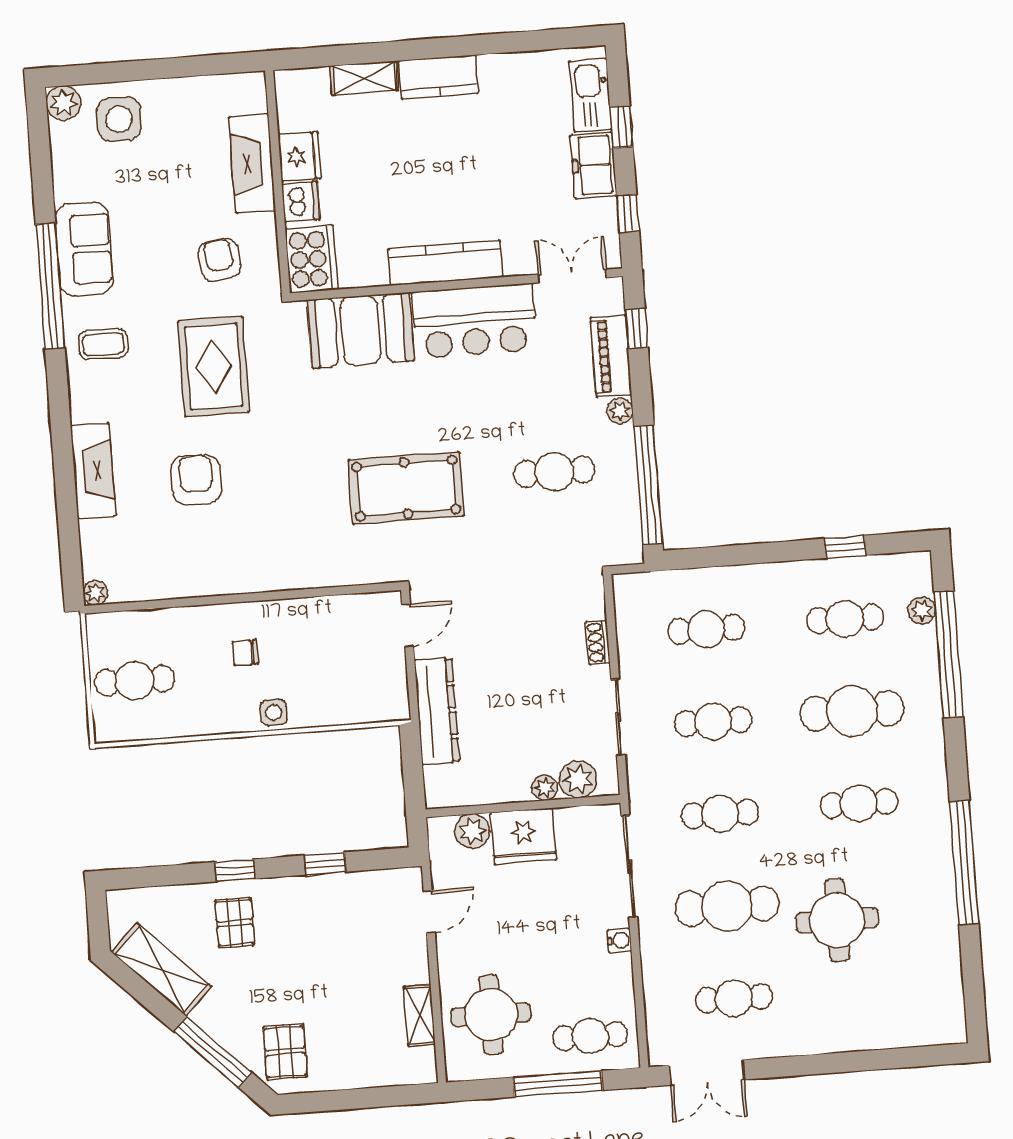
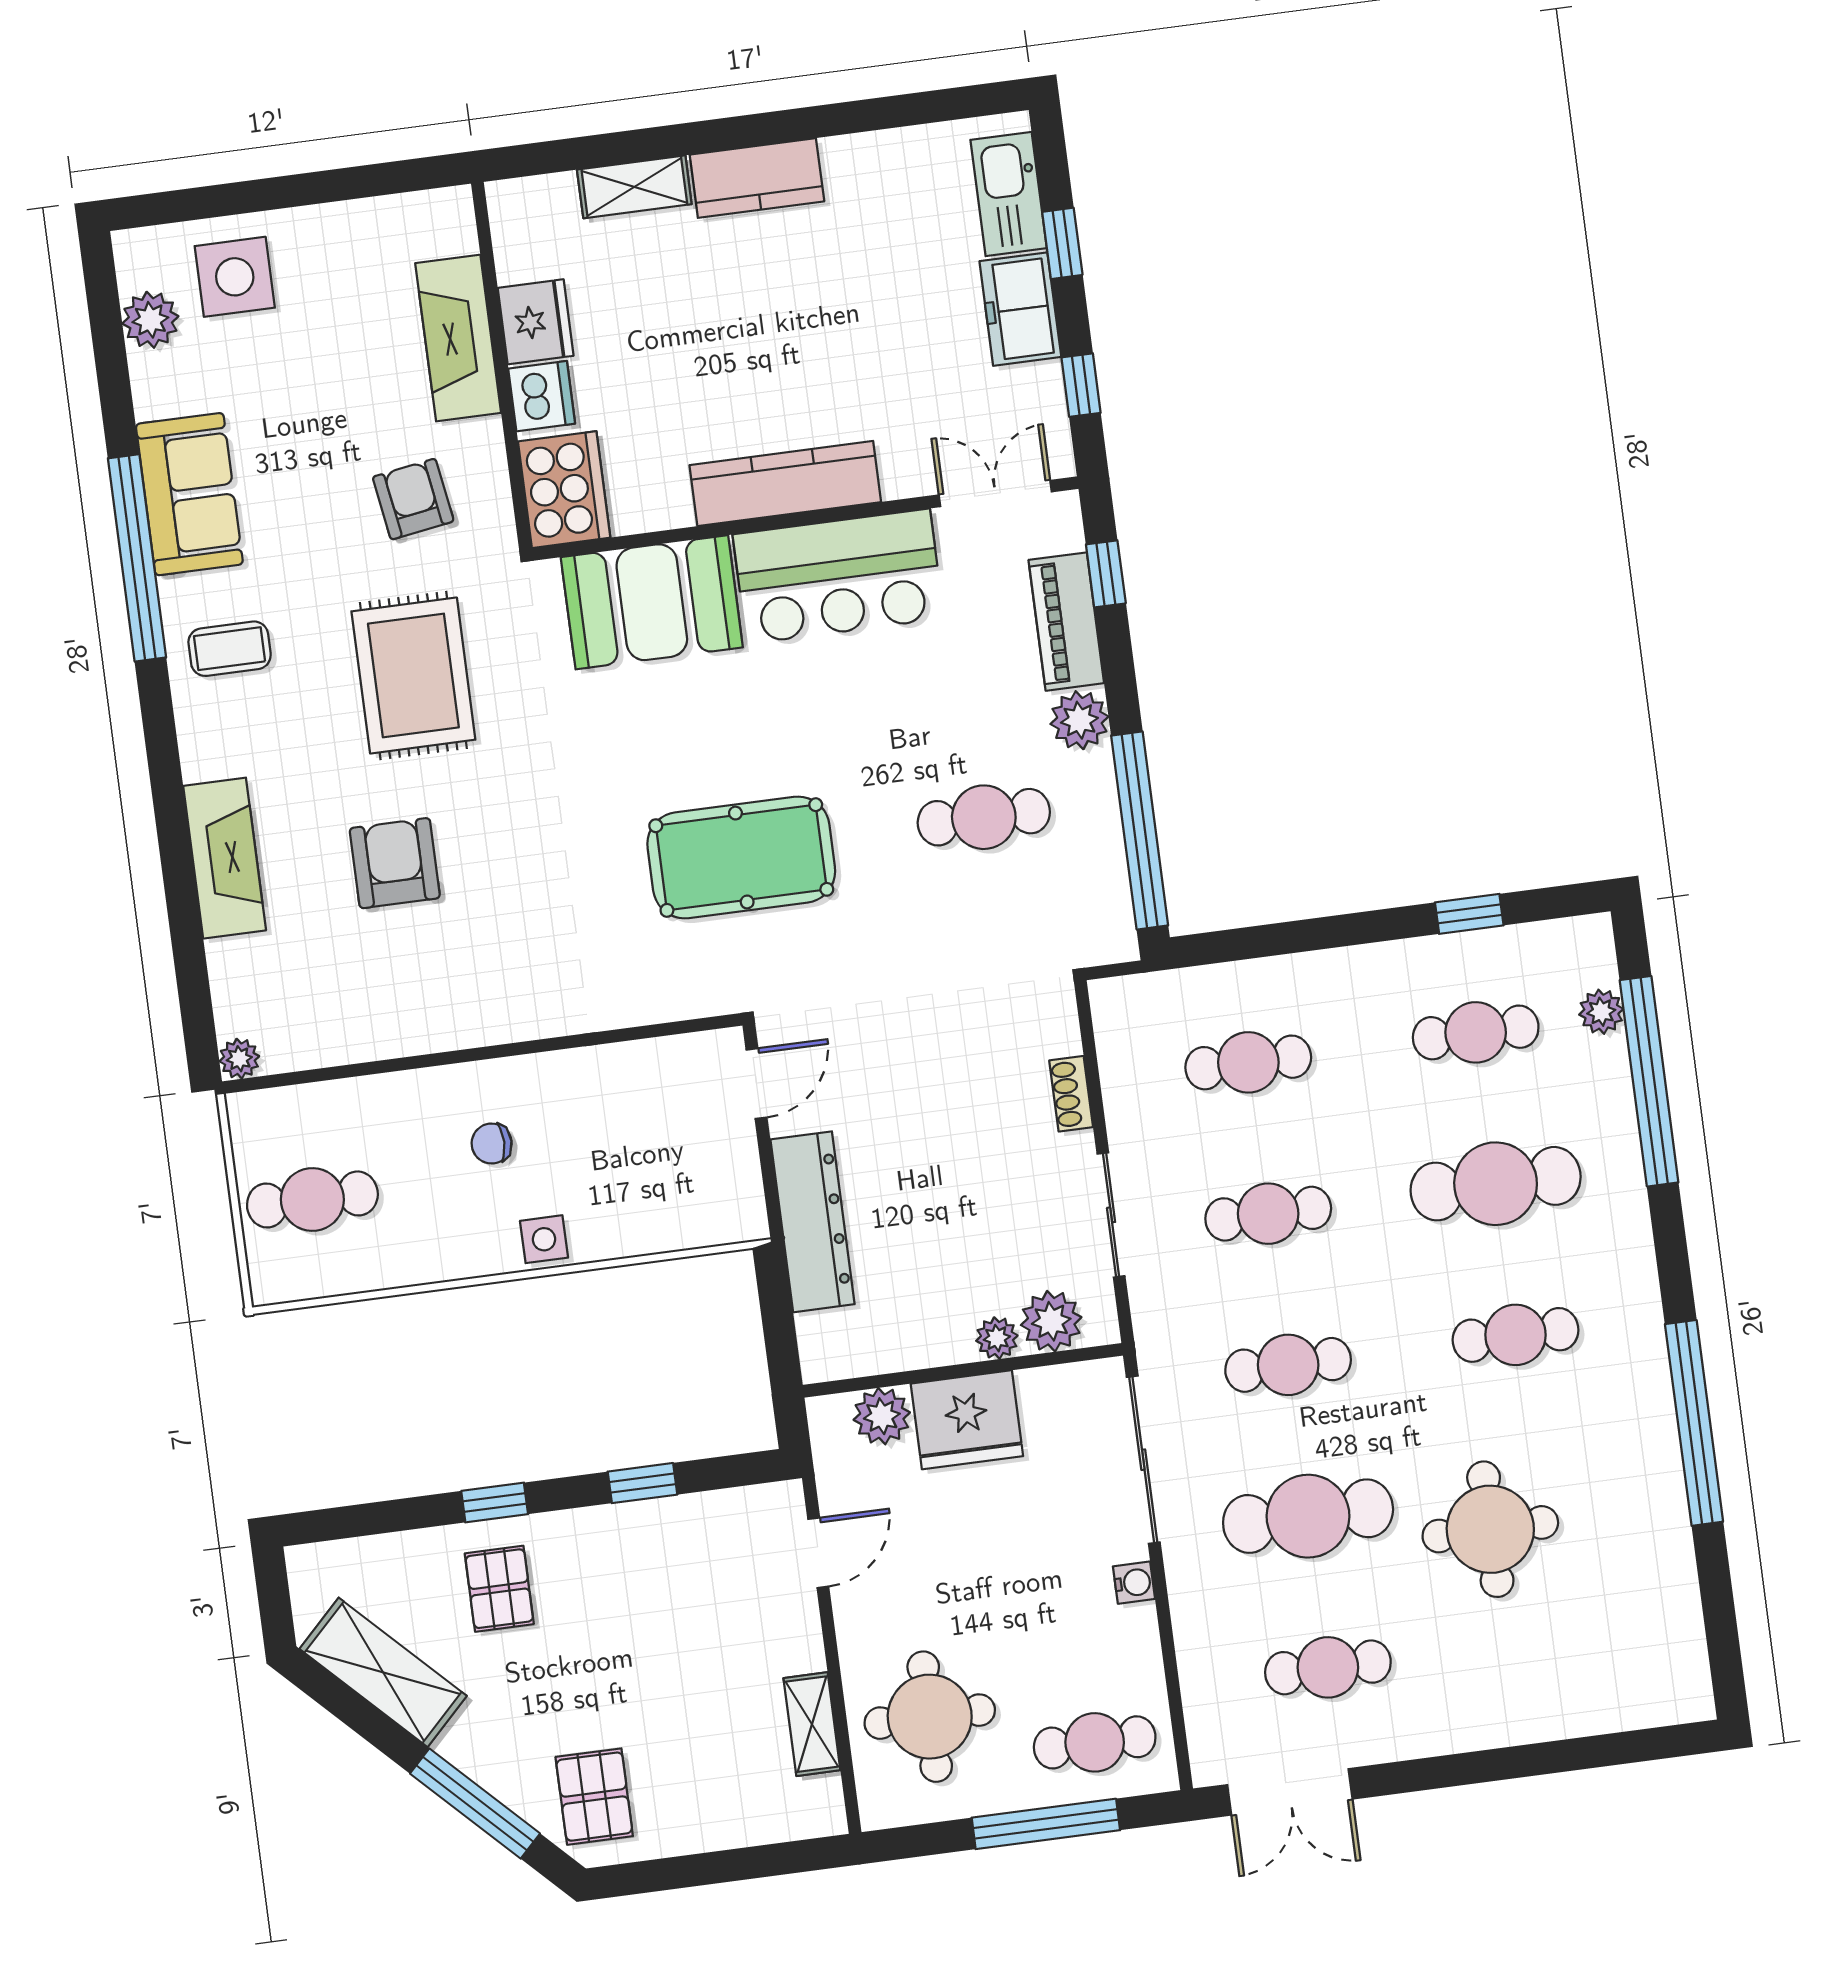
plant: (63, 103) -> (150, 320), moved
plant: (620, 411) -> (1079, 720), width x1.38, depth x1.38

